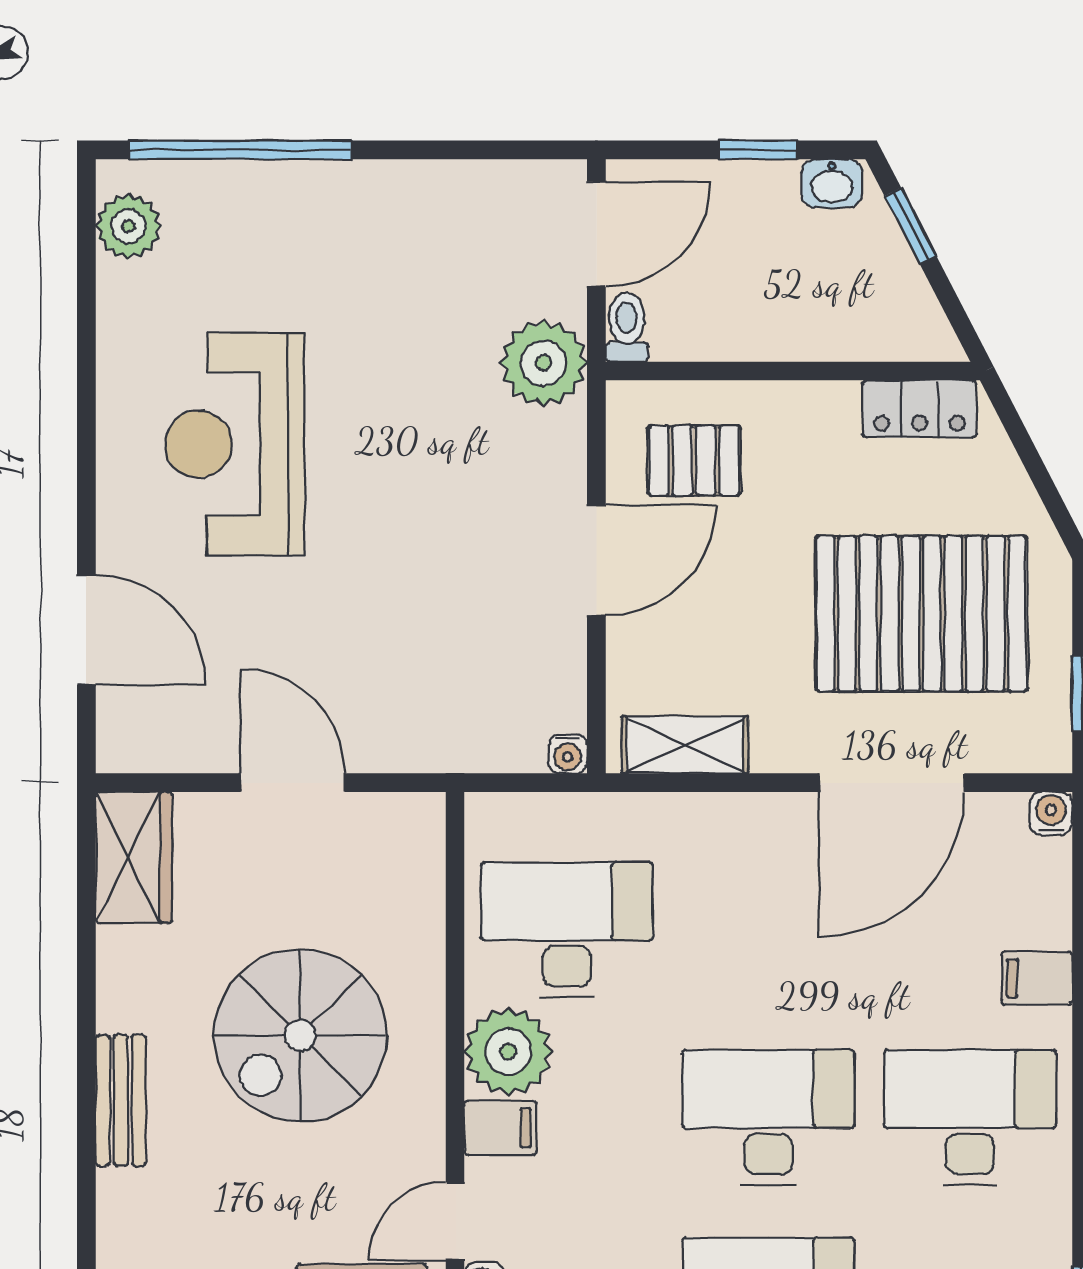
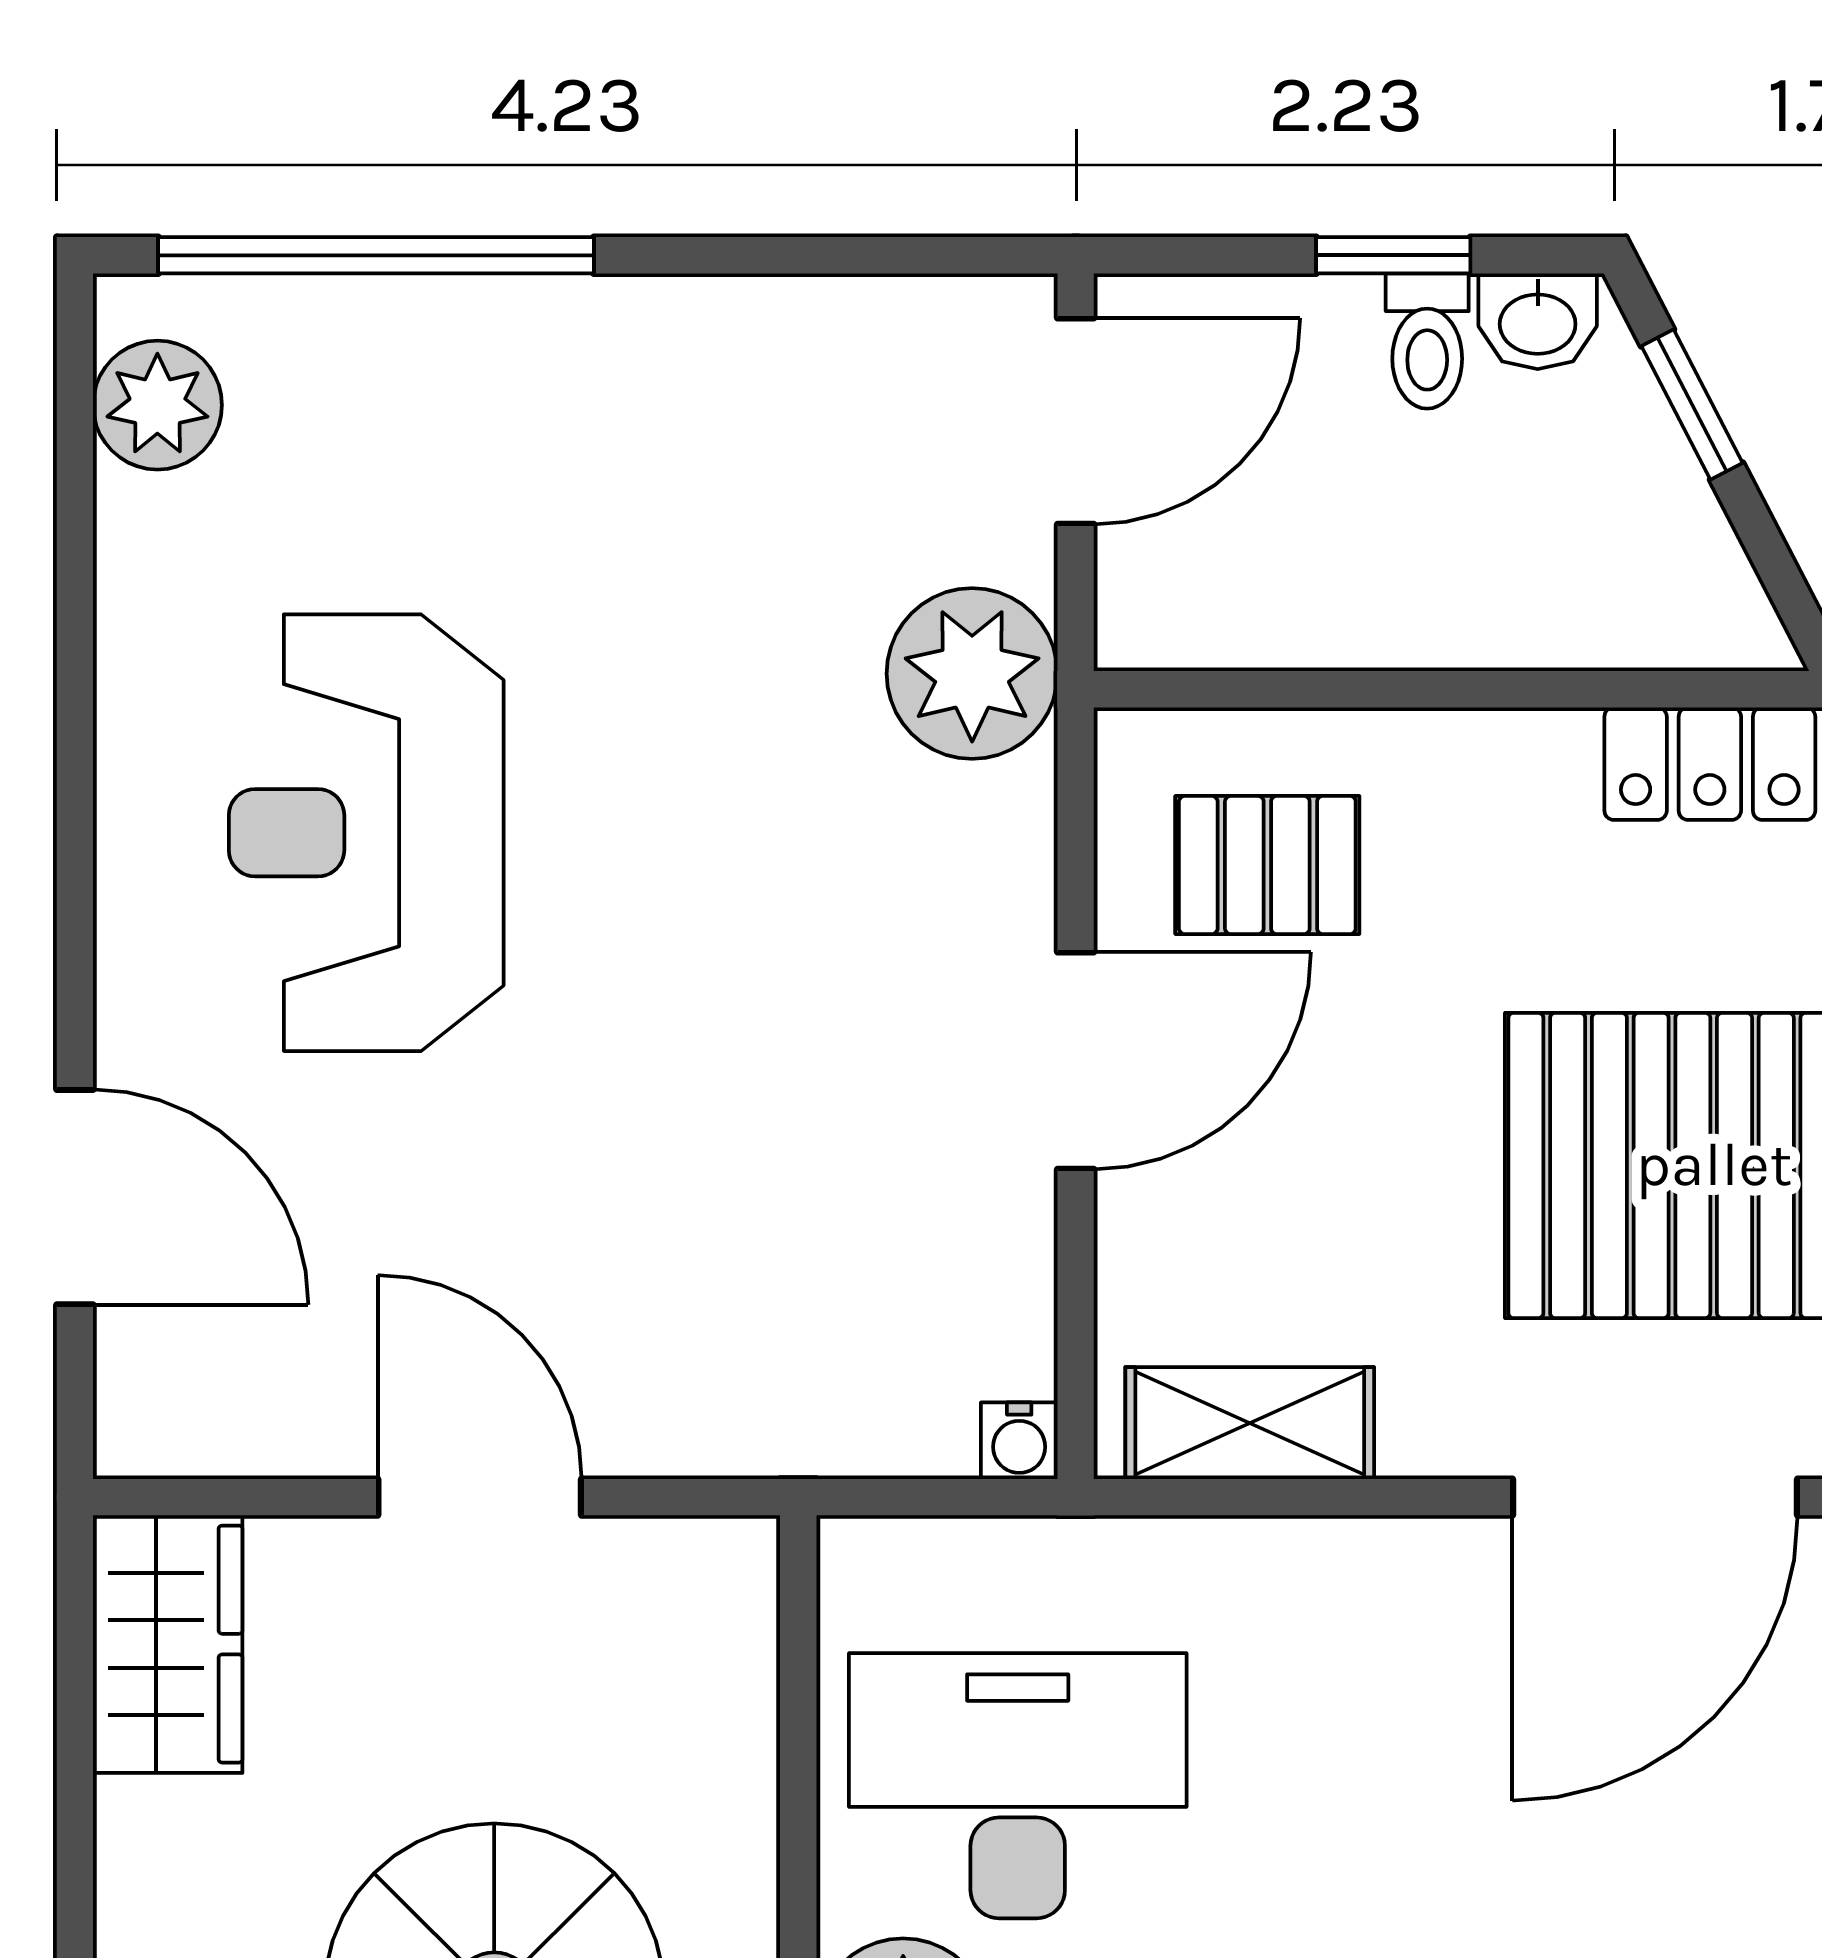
toilet: (627, 327) -> (1427, 341), moved, turned 180

